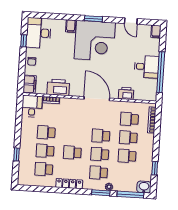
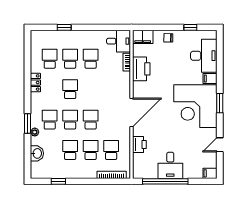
desk: (39, 33) -> (204, 56), moved, turned 90
locker: (69, 184) -> (35, 83), width x0.66
washbasin: (144, 187) -> (37, 153), moved
window: (130, 195) -> (28, 156), removed

